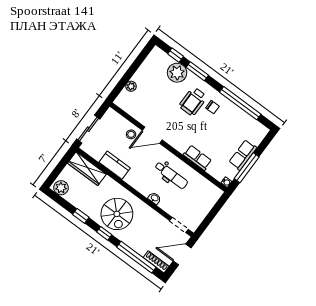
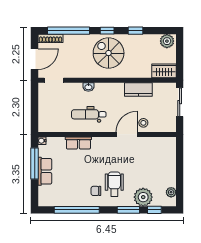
plant: (131, 86) -> (171, 192), moved
wardrobe: (87, 169) -> (164, 71), width x0.67

